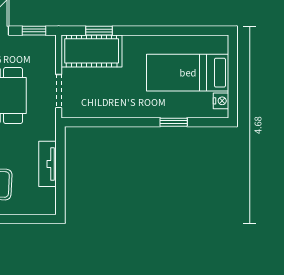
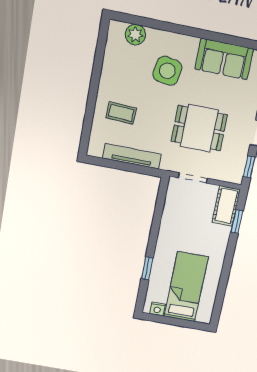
cot: (92, 51) -> (226, 206), width x0.73, depth x0.75
tv unit: (47, 164) -> (132, 156), width x1.41

